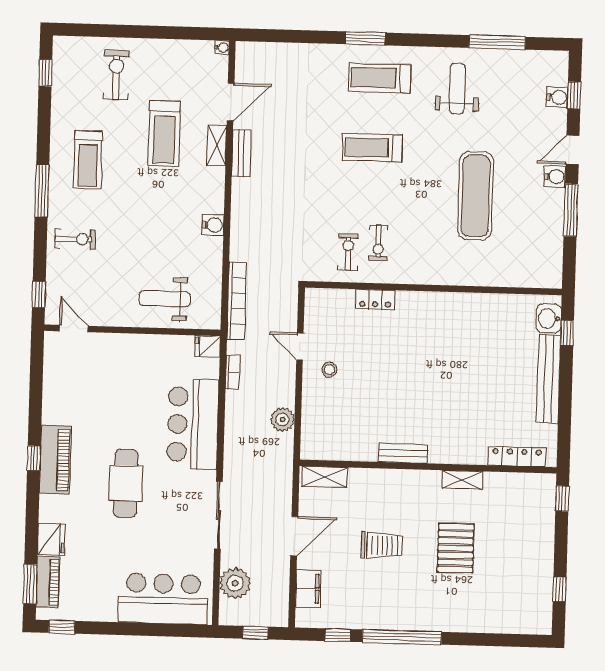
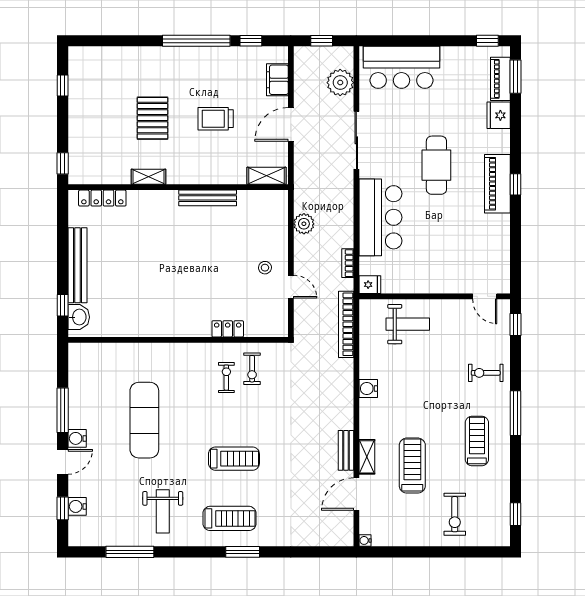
bench: (403, 453) -> (208, 198), width x1.36

